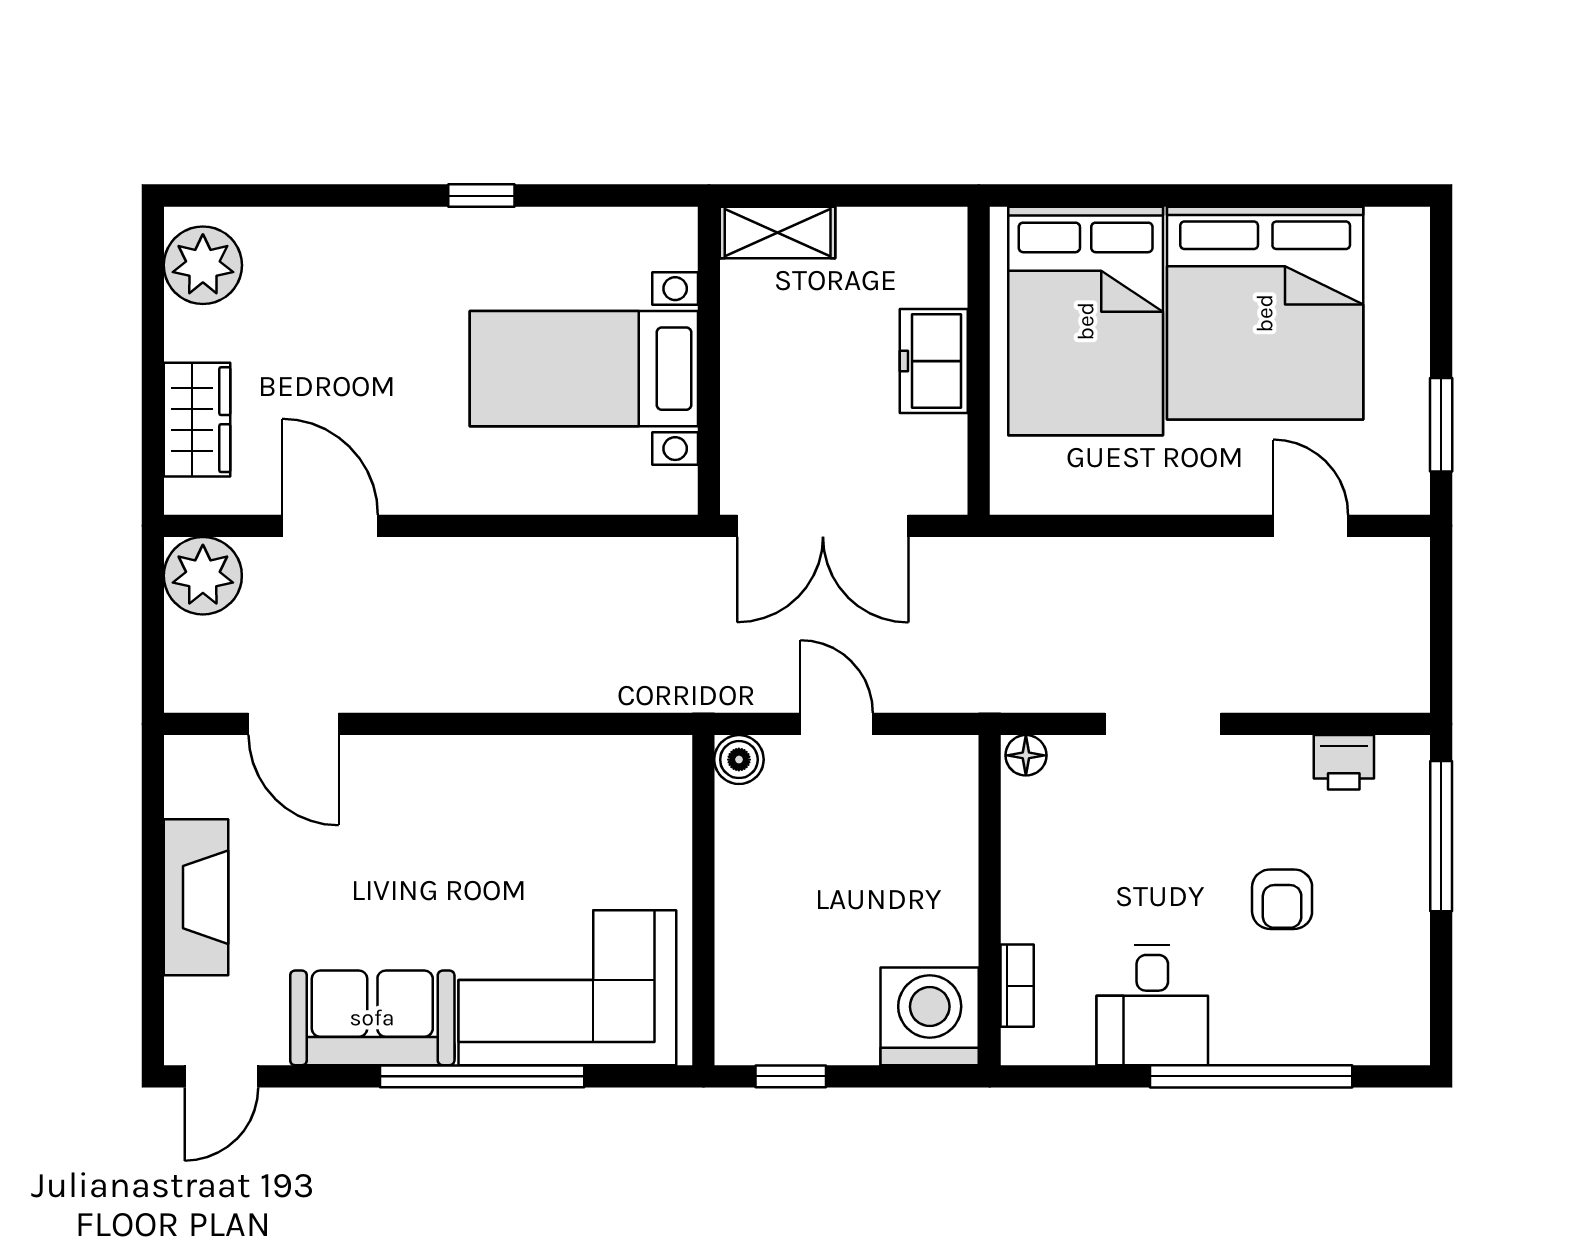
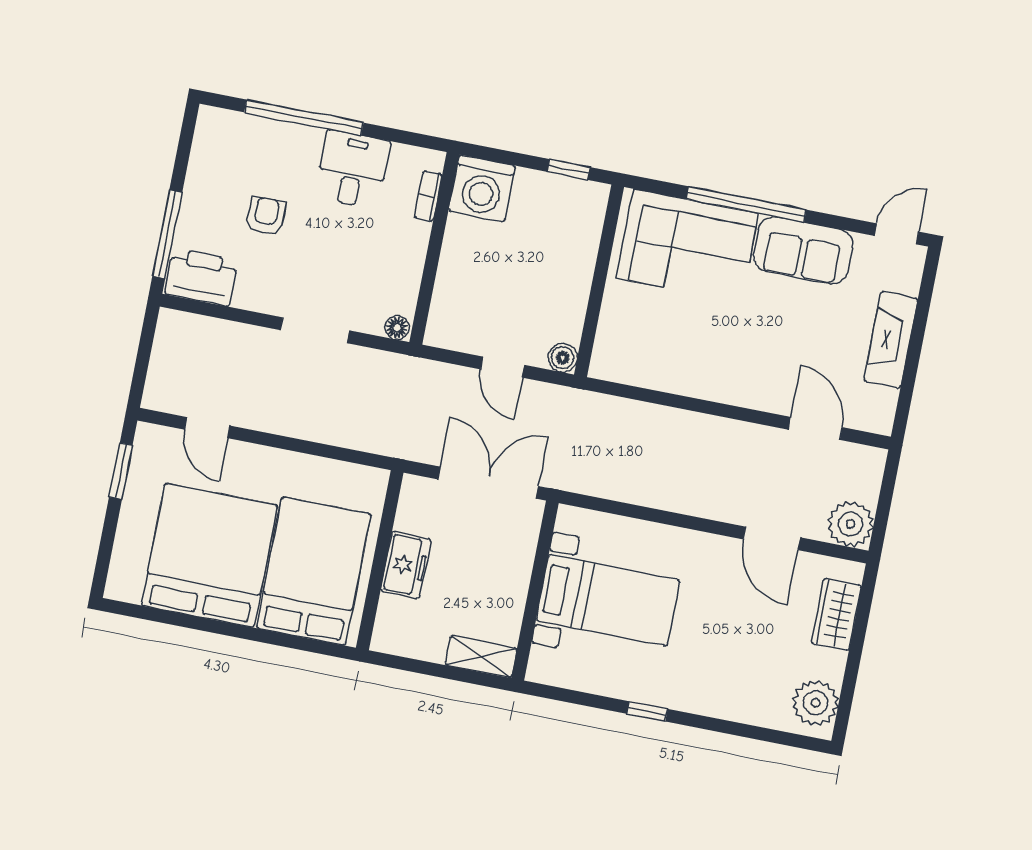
printer: (1344, 762) -> (201, 277), width x1.87, depth x1.48

